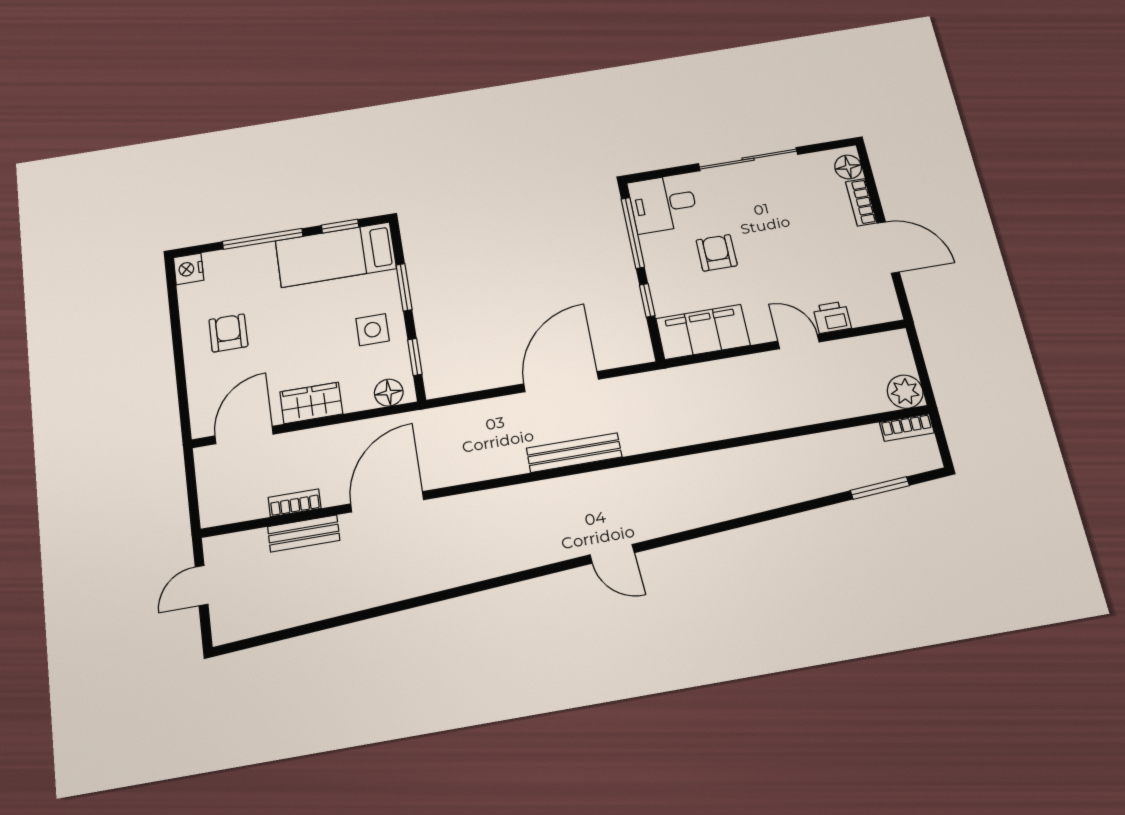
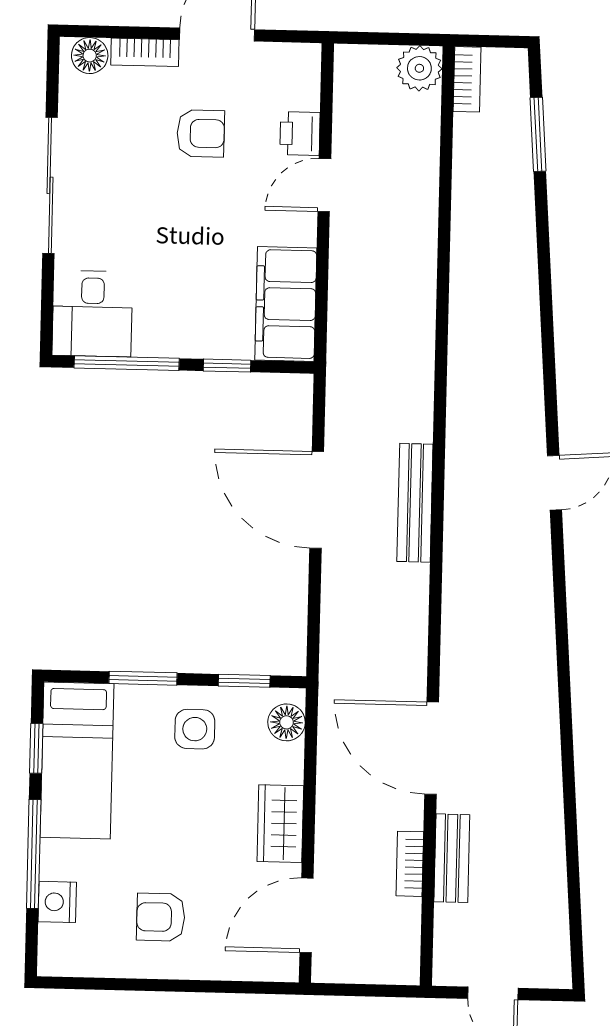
armchair: (717, 253) -> (201, 133), moved, turned 180
nightstand: (189, 269) -> (57, 902), moved, turned 90
door: (244, 435) -> (306, 915), hinge flipped

